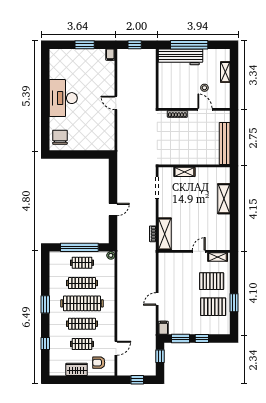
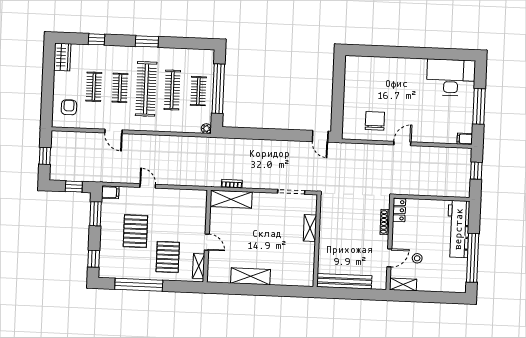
window: (85, 45) -> (479, 106), width x1.44
window: (189, 45) -> (473, 258), moved
shelving: (225, 72) -> (403, 285), moved
desk: (63, 98) -> (451, 77), moved
locker: (168, 103) -> (399, 210), added
chair: (60, 137) -> (375, 121), moved, turned -90
shelving: (224, 199) -> (250, 276), moved
door: (113, 210) -> (320, 136), moved
window: (234, 303) -> (139, 285), width x2.11
pallet: (213, 307) -> (135, 231), moved
clothes rail: (82, 324) -> (120, 88), width x0.73
window: (202, 339) -> (94, 259), moved
door: (116, 348) -> (114, 131), moved
wardrobe: (77, 369) -> (62, 57), moved

